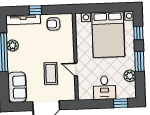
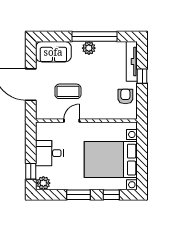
plant: (12, 45) -> (89, 48), moved
plant: (130, 76) -> (43, 183), moved

